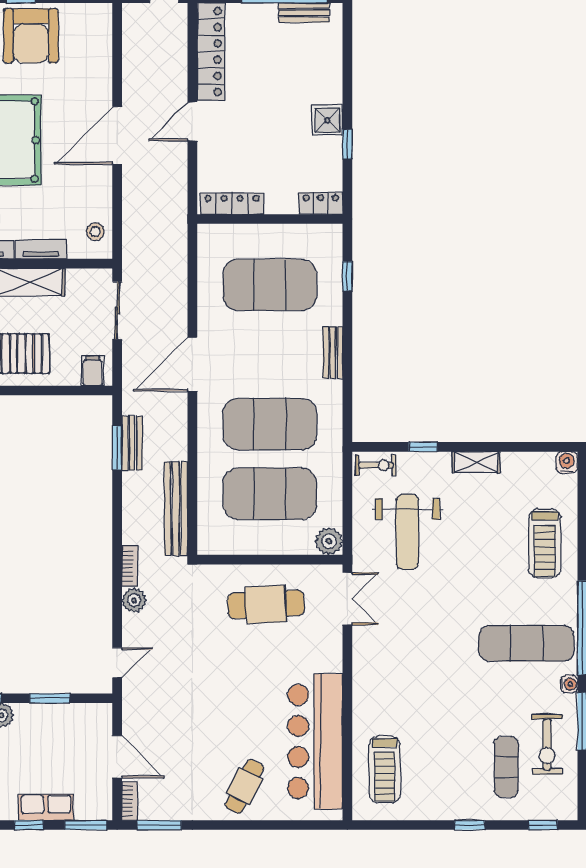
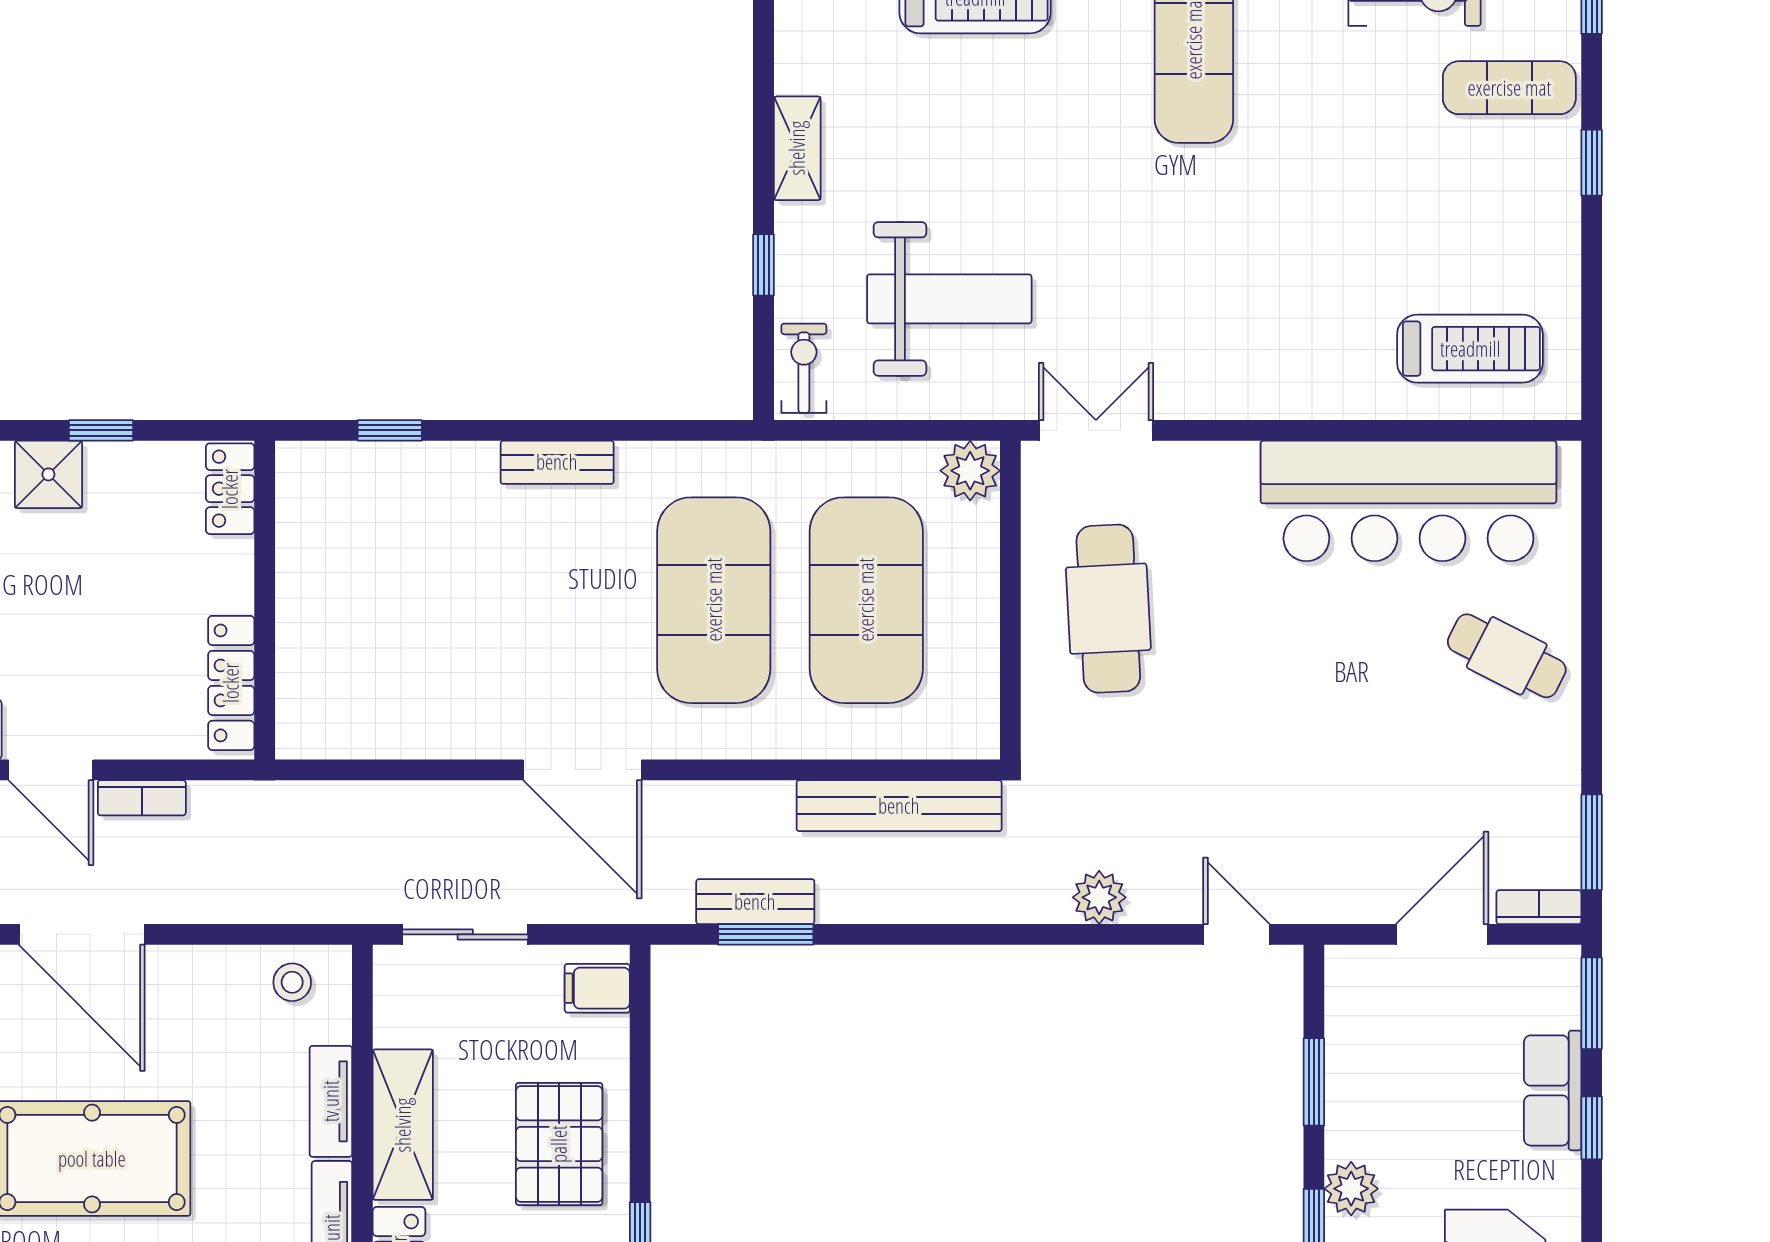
exercise mat: (270, 285) -> (409, 600), removed
bookcase: (130, 566) -> (142, 798), moved, turned 180
exercise mat: (506, 767) -> (1509, 88), moved

